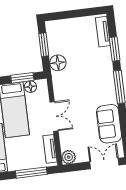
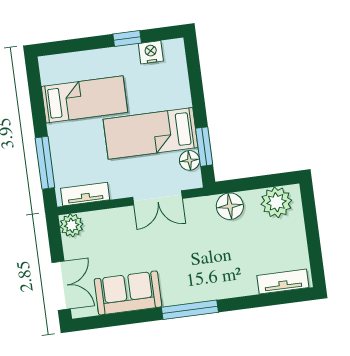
plant: (56, 35) -> (276, 202), added
window: (44, 45) -> (260, 182), removed
window: (115, 49) -> (254, 301), removed
double door: (54, 116) -> (157, 198), moved

